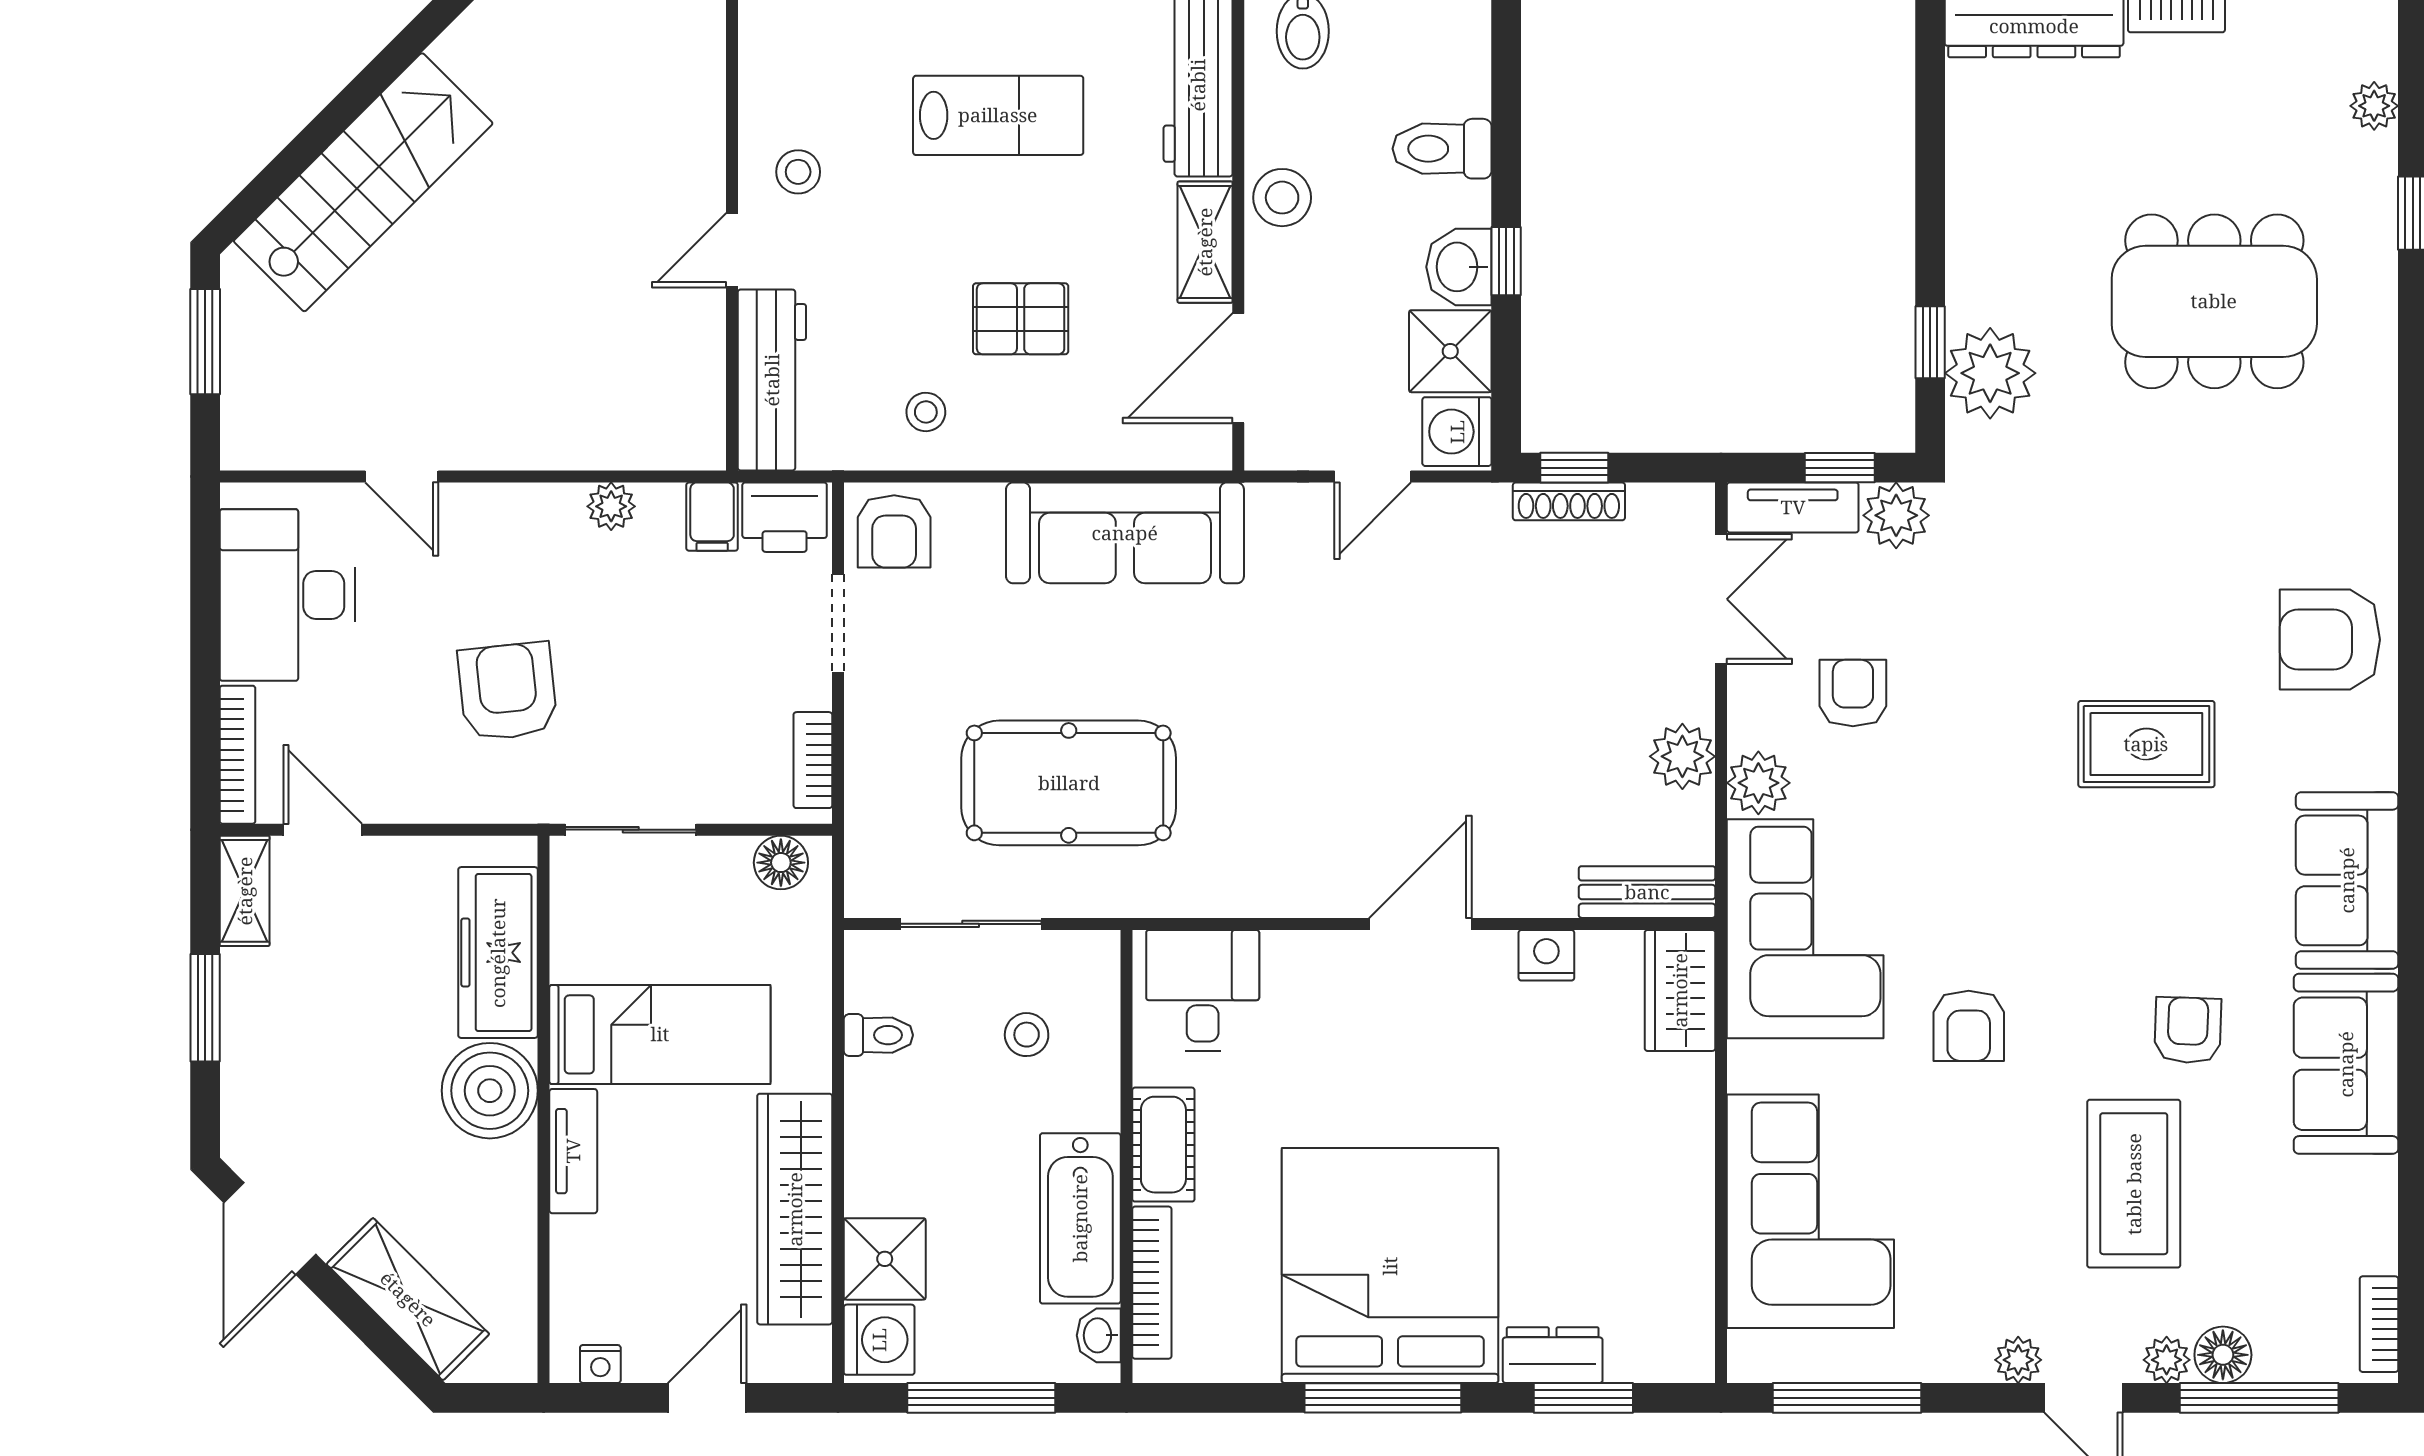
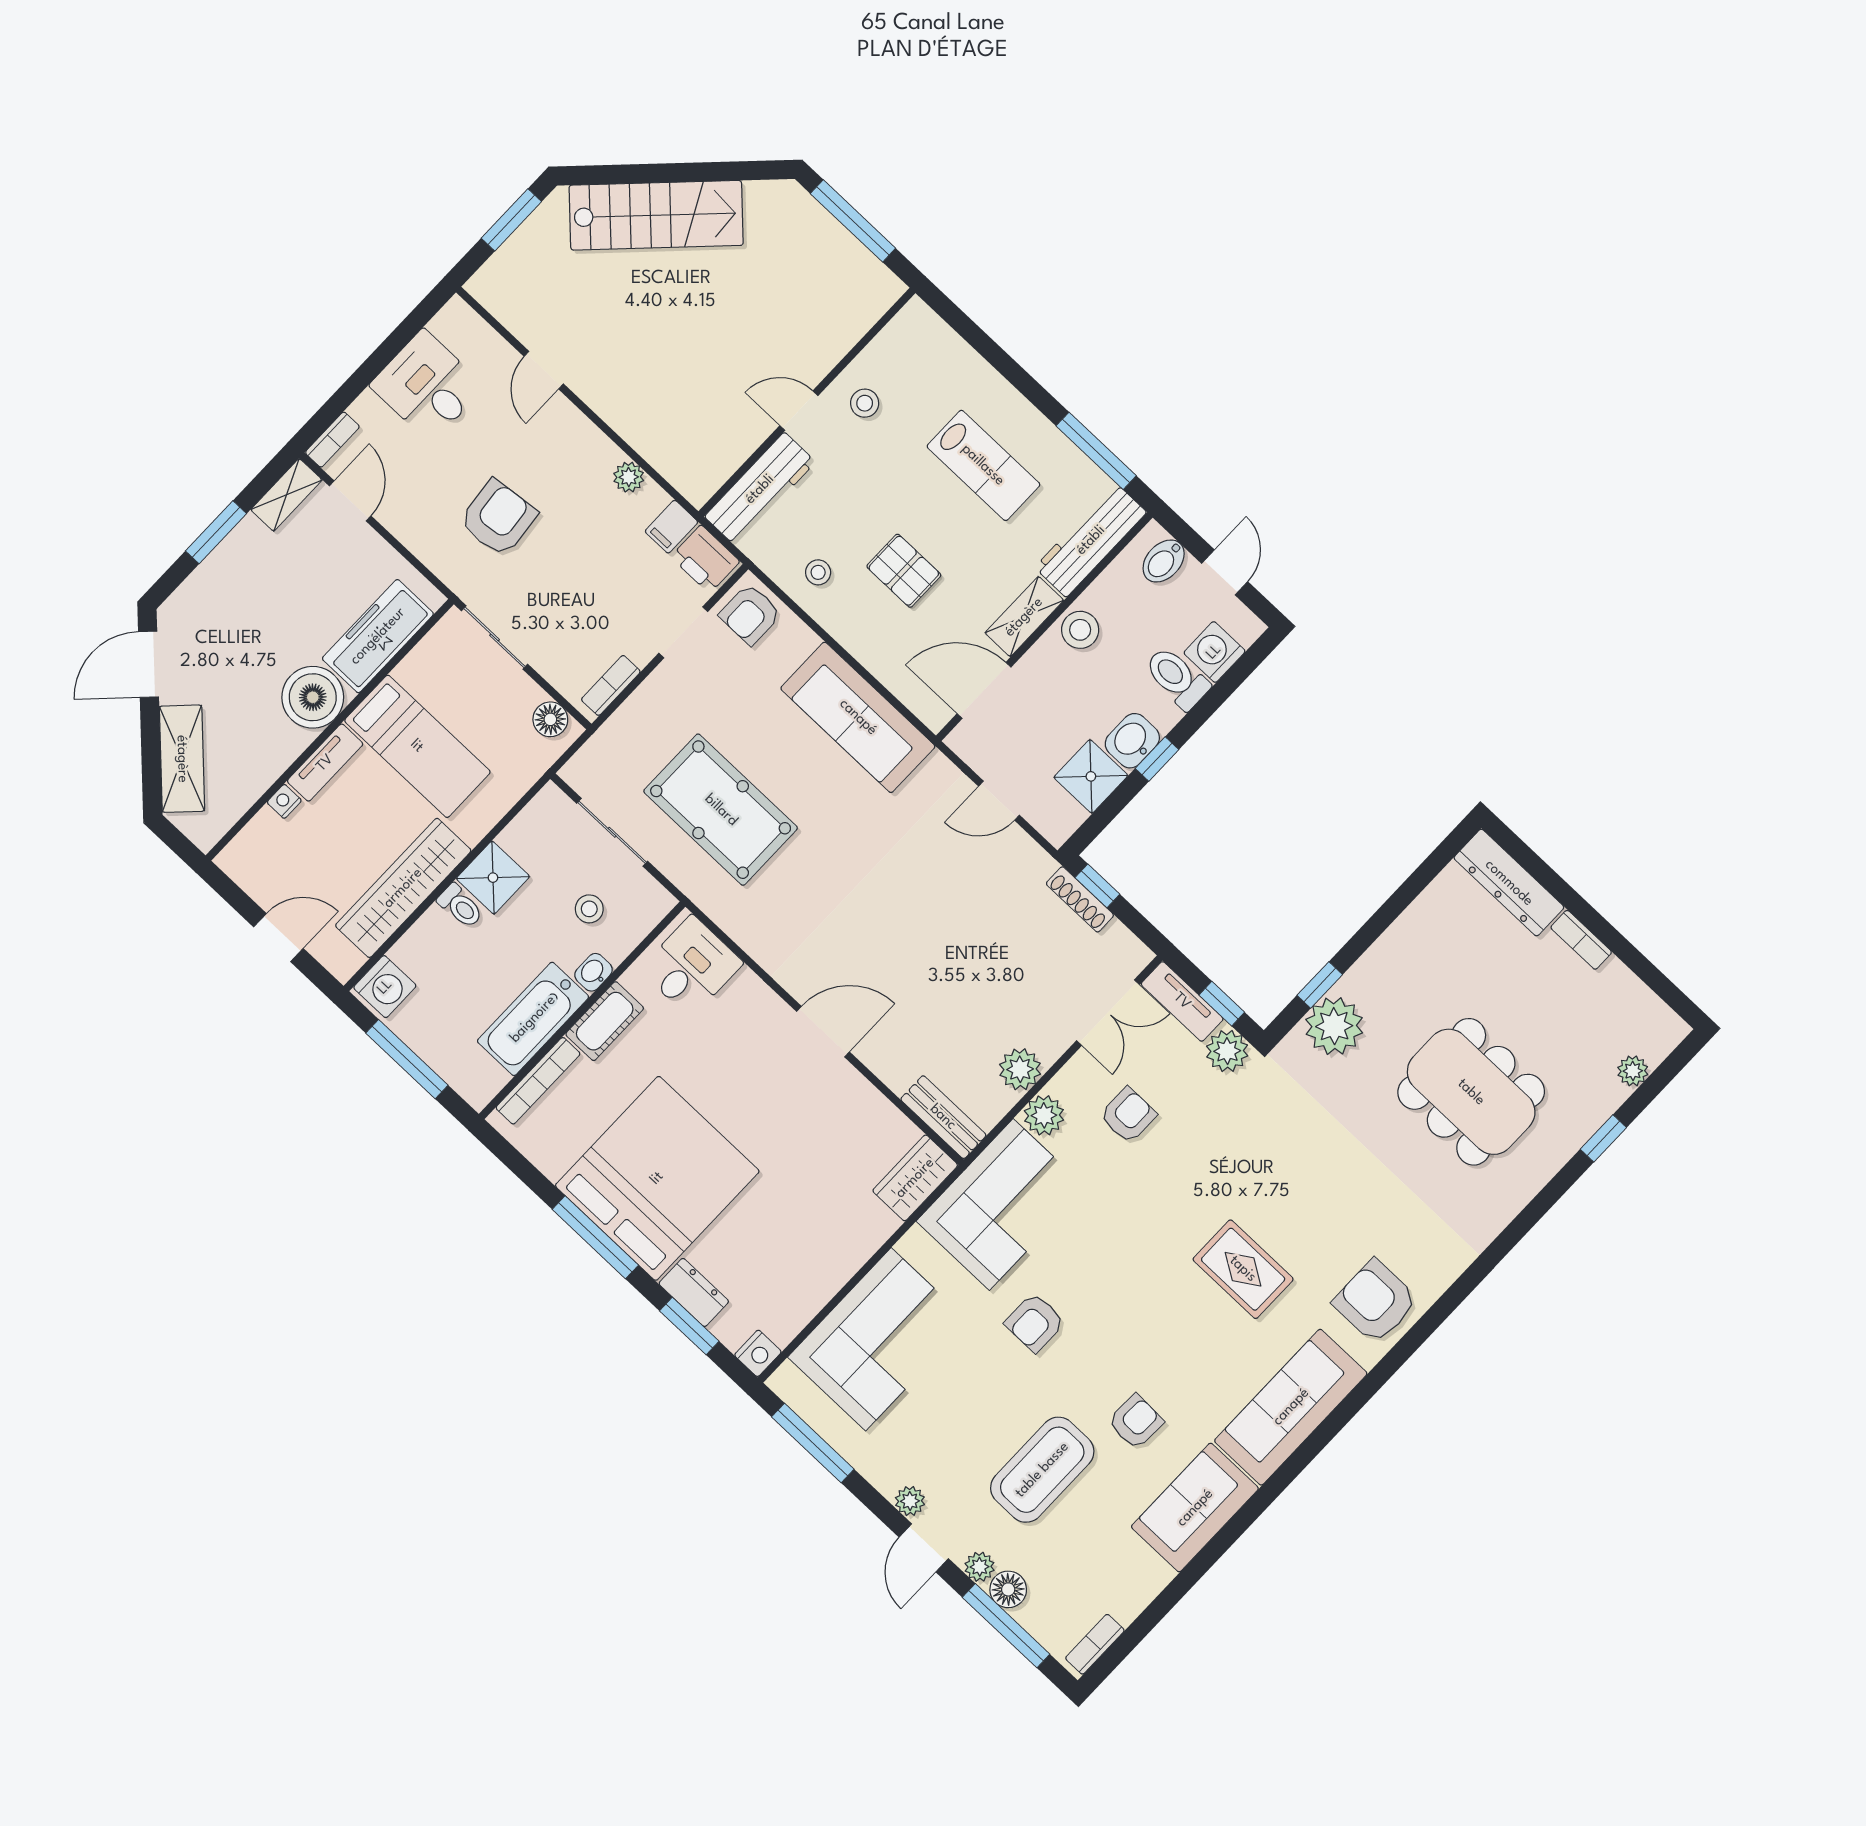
washing machine: (1457, 432) -> (1214, 652), moved
desk: (287, 595) -> (427, 386), width x0.73
bookcase: (237, 755) -> (332, 440), width x0.64
sofa: (2347, 880) -> (1291, 1407), width x1.36
nightstand: (1546, 955) -> (758, 1353), moved, turned 90
toilet: (878, 1035) -> (460, 906), moved
shower: (885, 1259) -> (493, 878), moved
washbasin: (1099, 1335) -> (593, 972), moved
nightstand: (600, 1364) -> (284, 801), moved, turned 90

